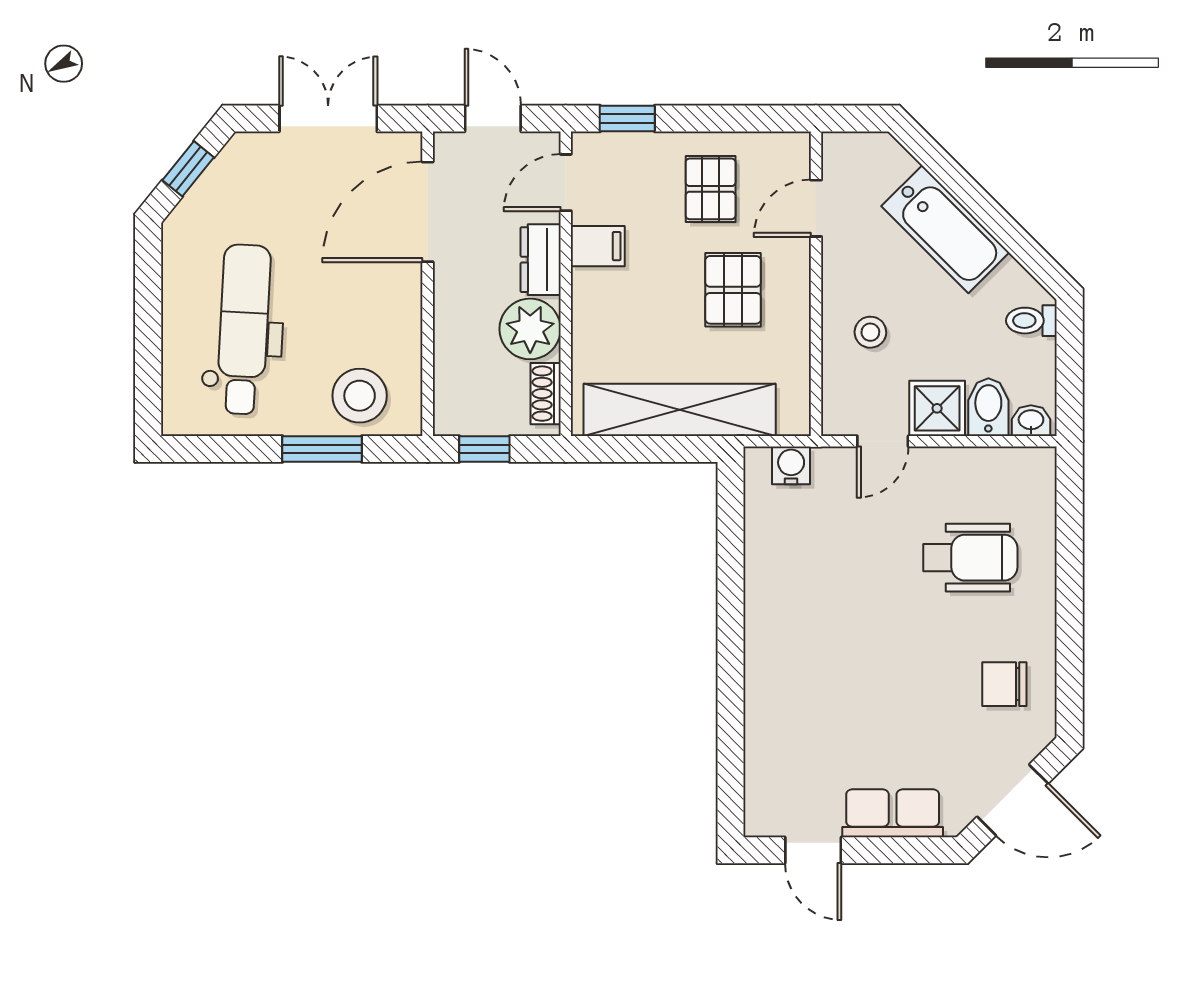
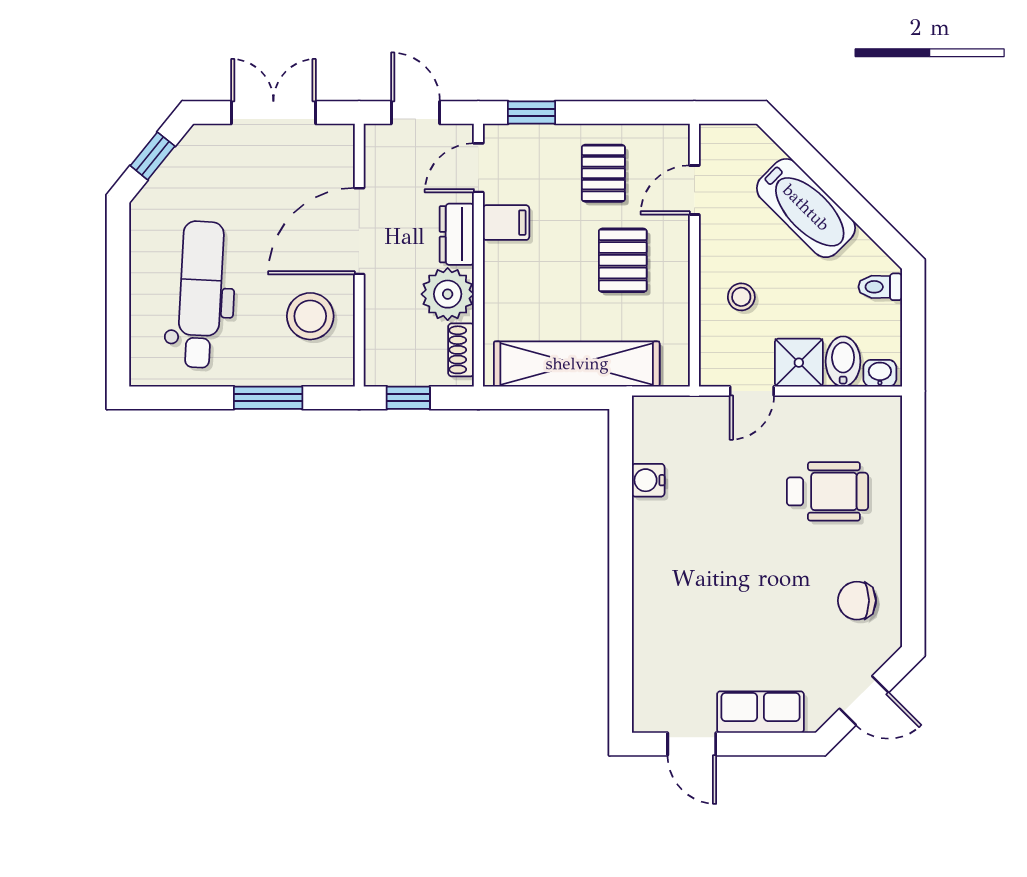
door: (428, 212) -> (359, 231), moved
stool: (360, 396) -> (310, 316), moved
water cooler: (791, 465) -> (648, 480), moved, turned -90
door: (1013, 800) -> (864, 701), width x0.73

